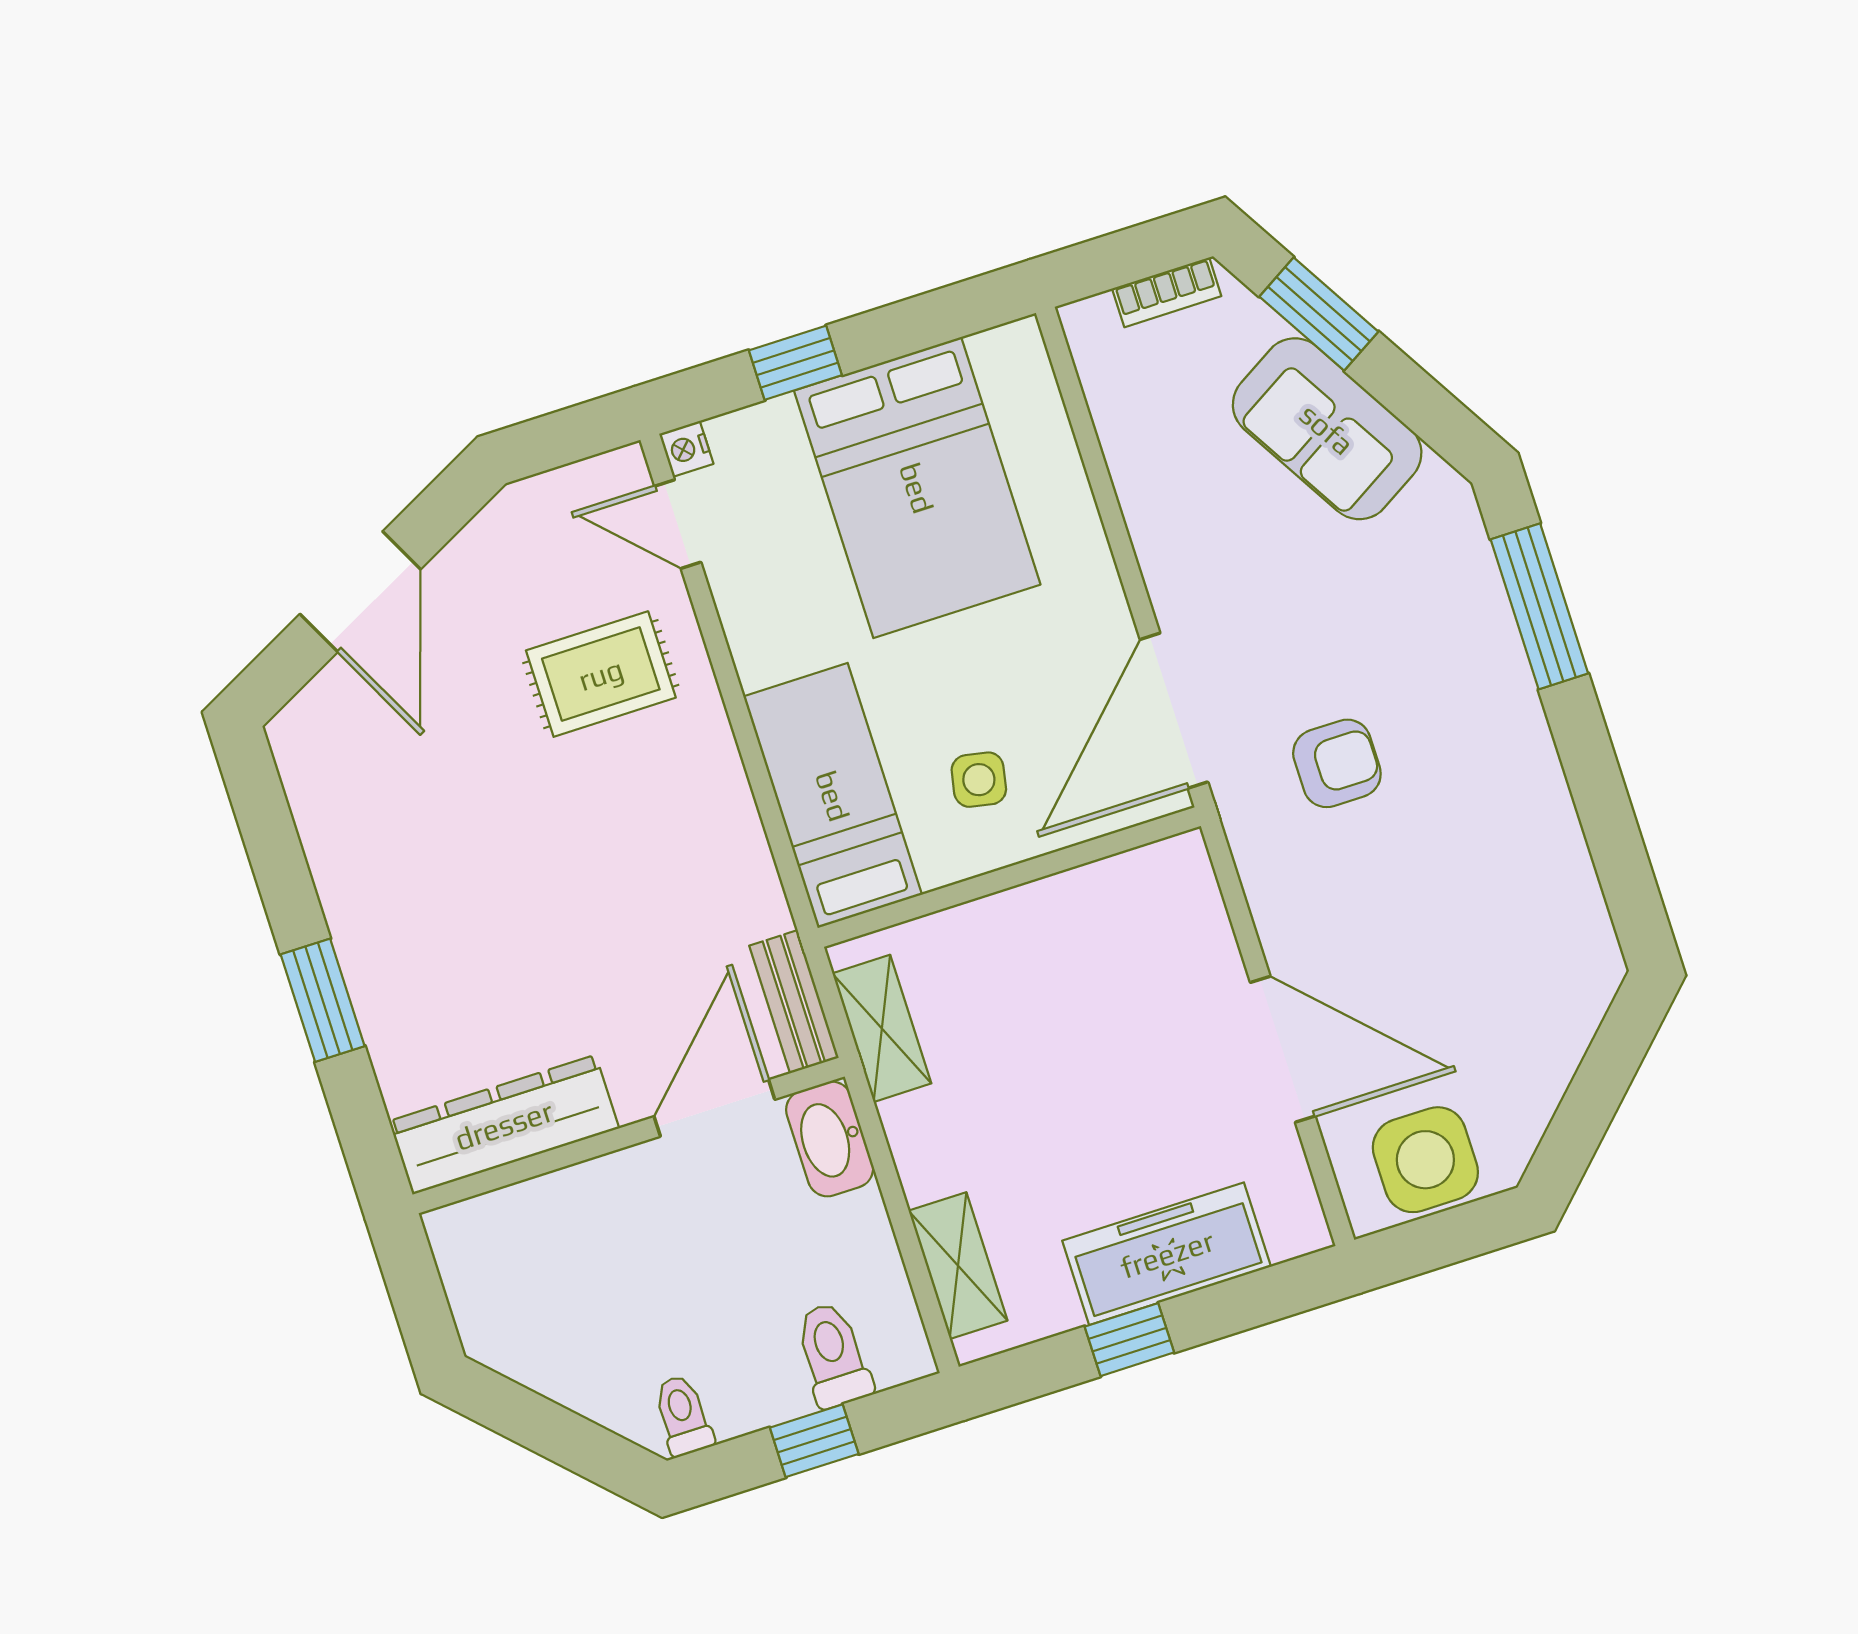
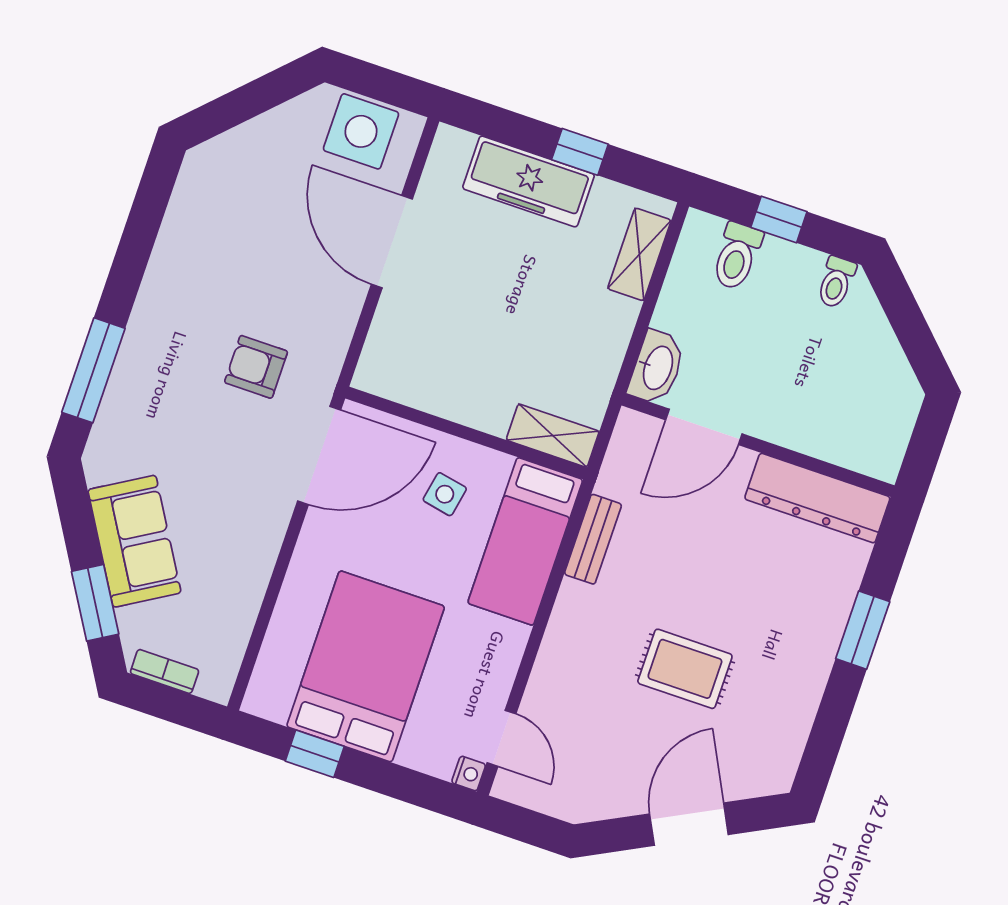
window: (795, 363) -> (315, 754), moved
rug: (601, 674) -> (685, 669), moved
bench: (794, 1002) -> (593, 539), moved
shelving: (882, 1028) -> (553, 436), moved, turned 90

